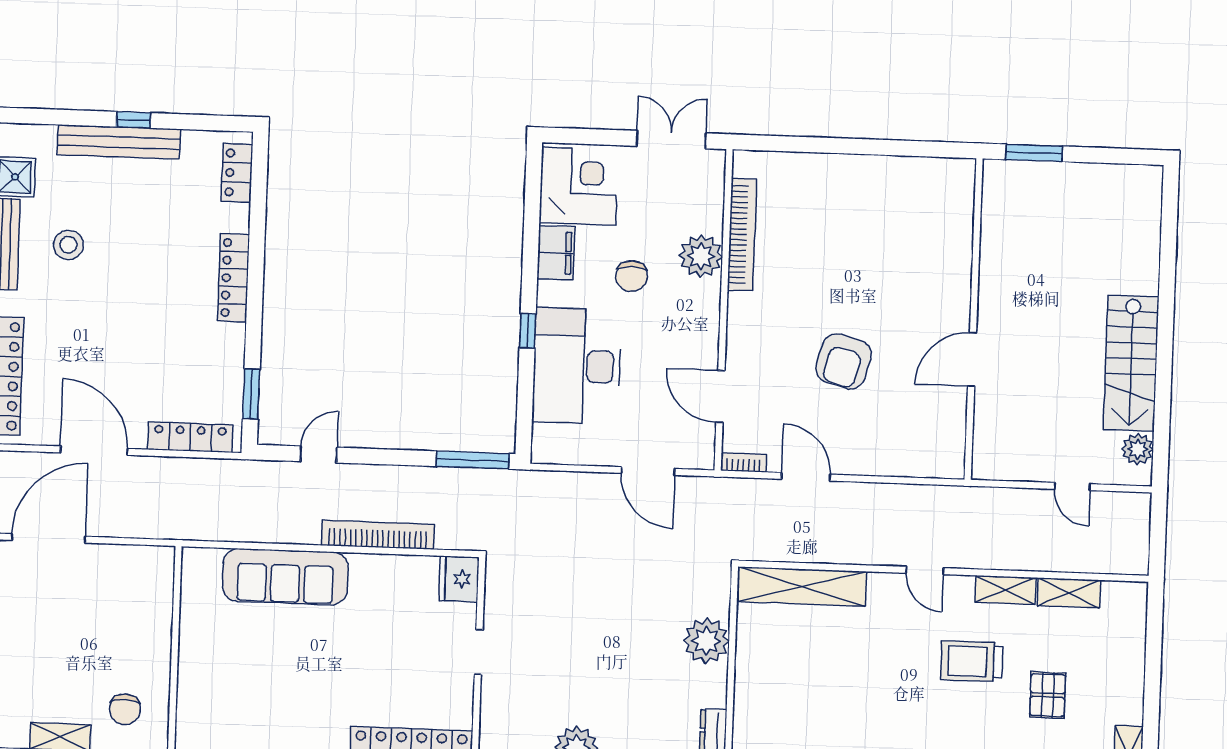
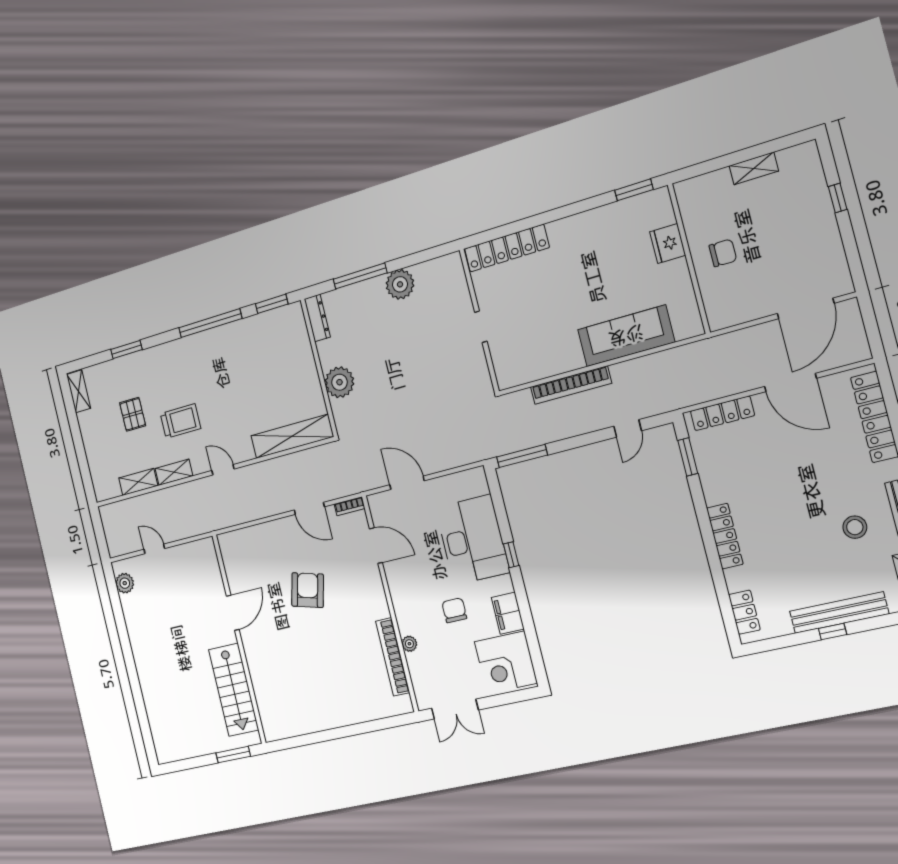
plant: (701, 256) -> (409, 644), width x0.53, depth x0.53
stairs: (1131, 363) -> (234, 690), moved, turned 180
fridge: (459, 579) -> (668, 244), moved, turned 180
chair: (125, 709) -> (723, 253), moved, turned 90

